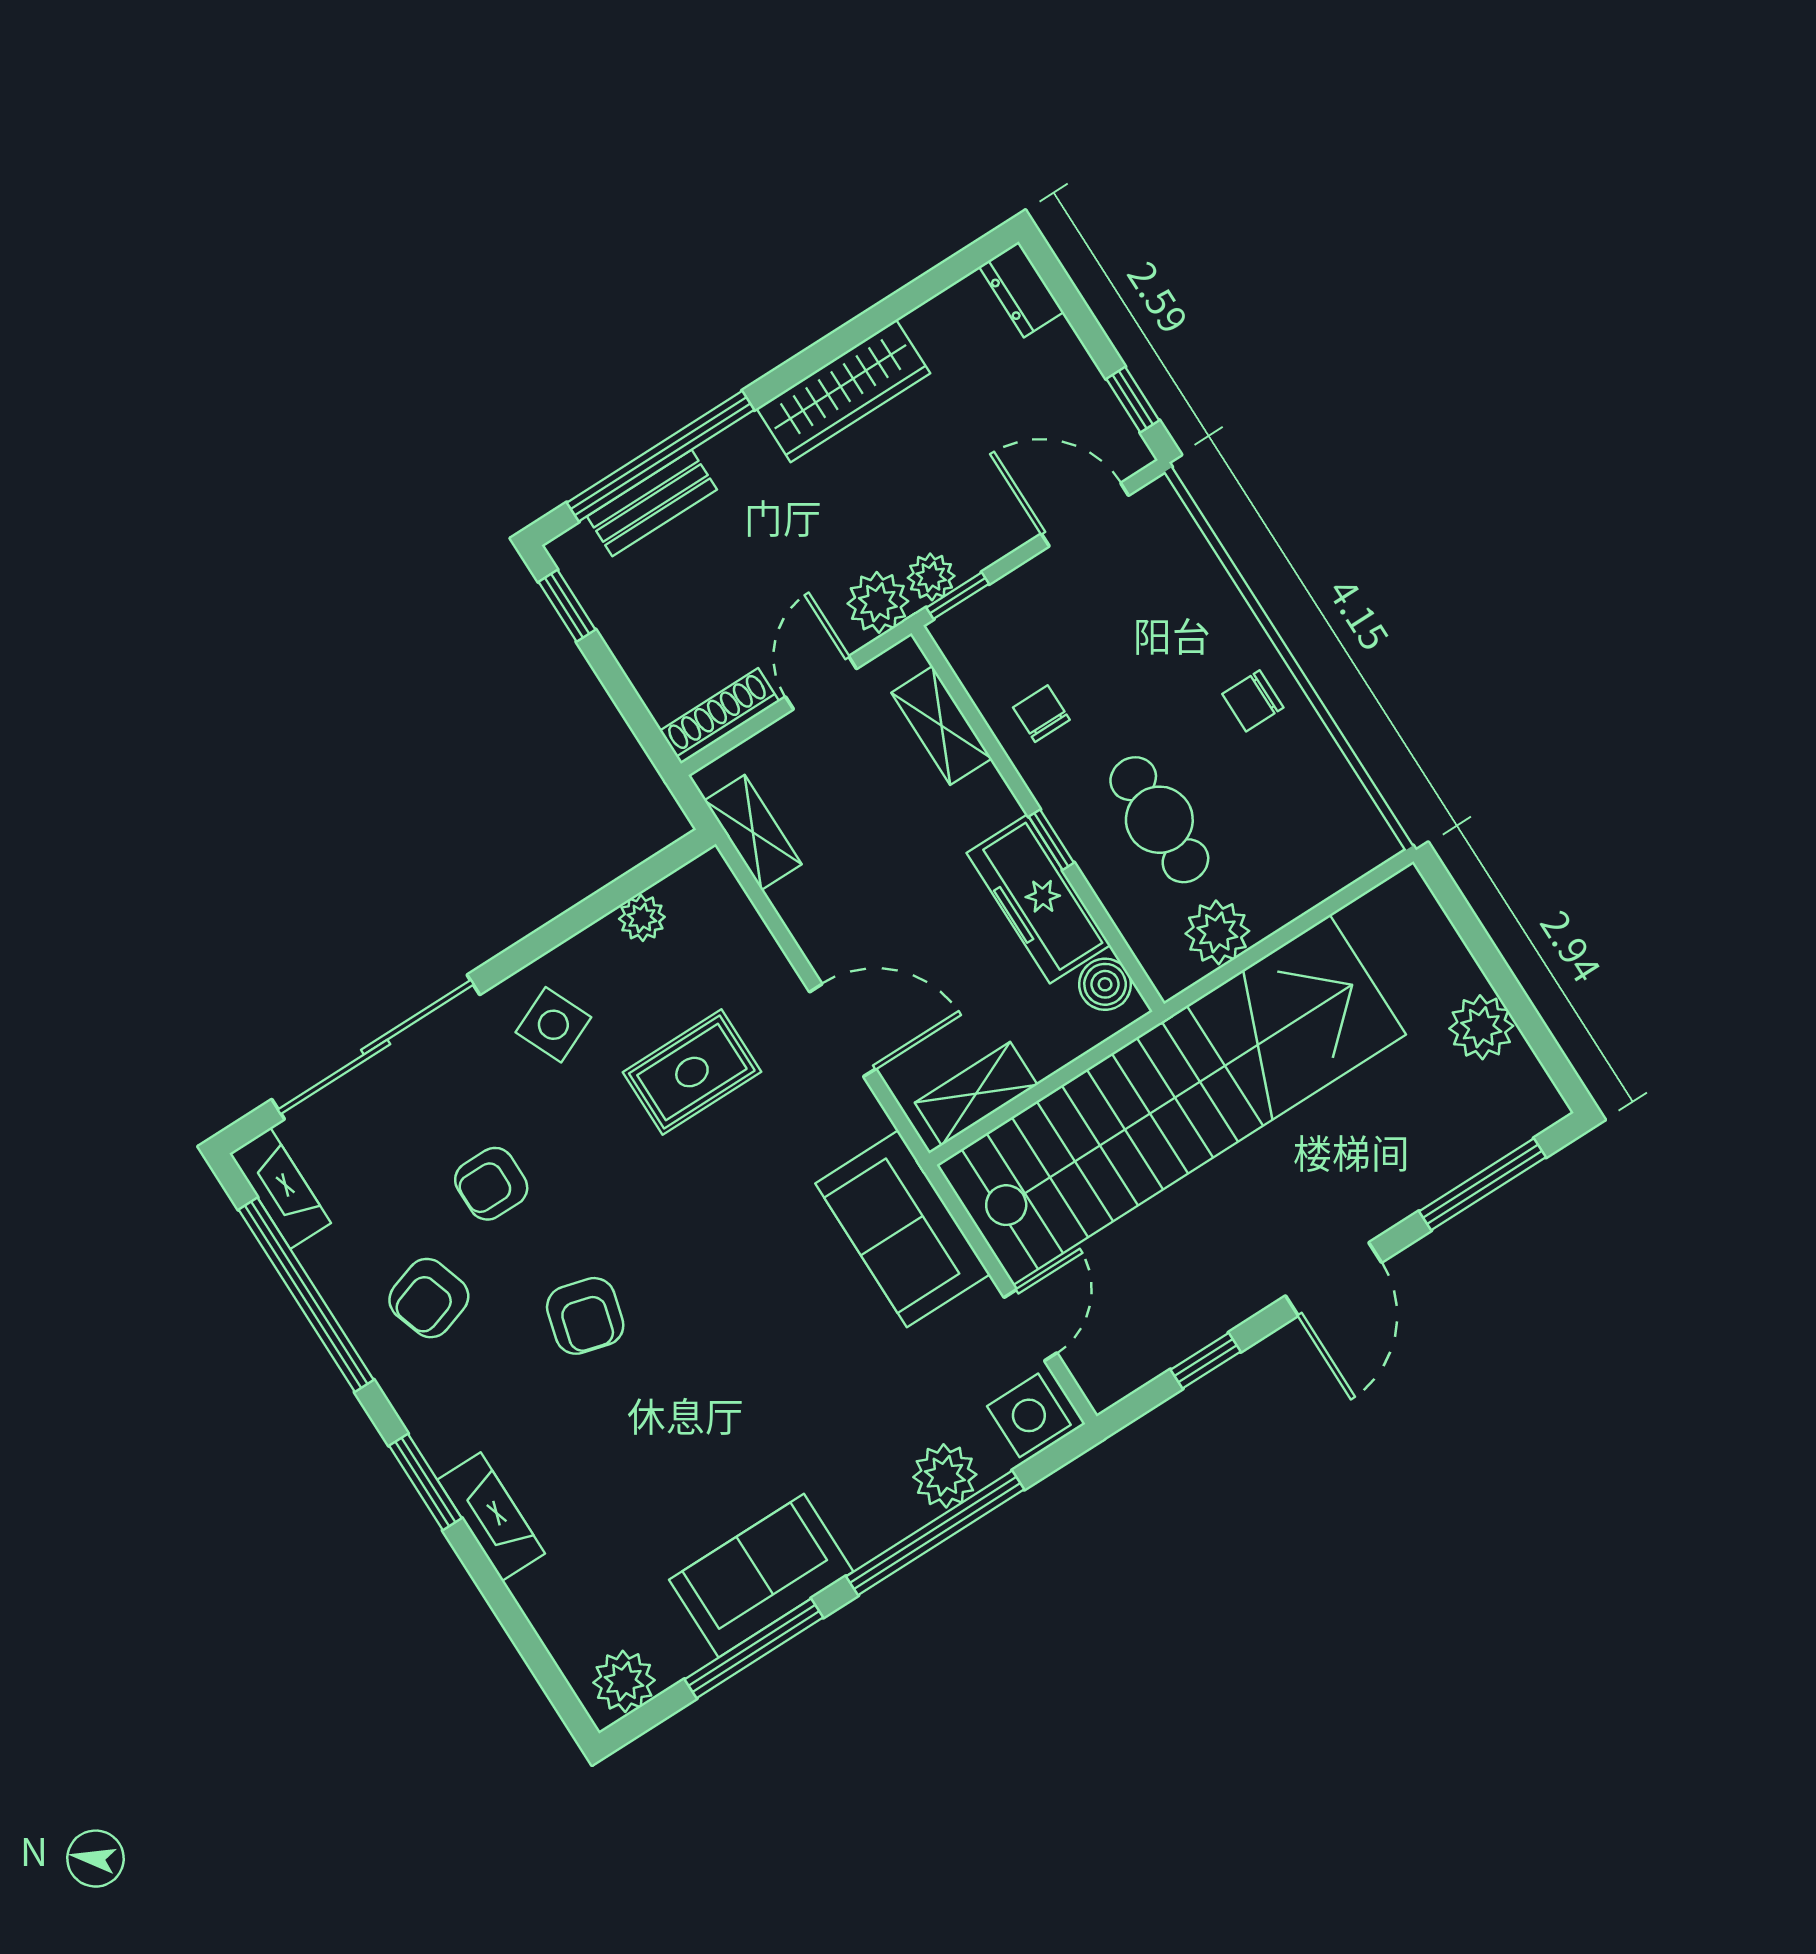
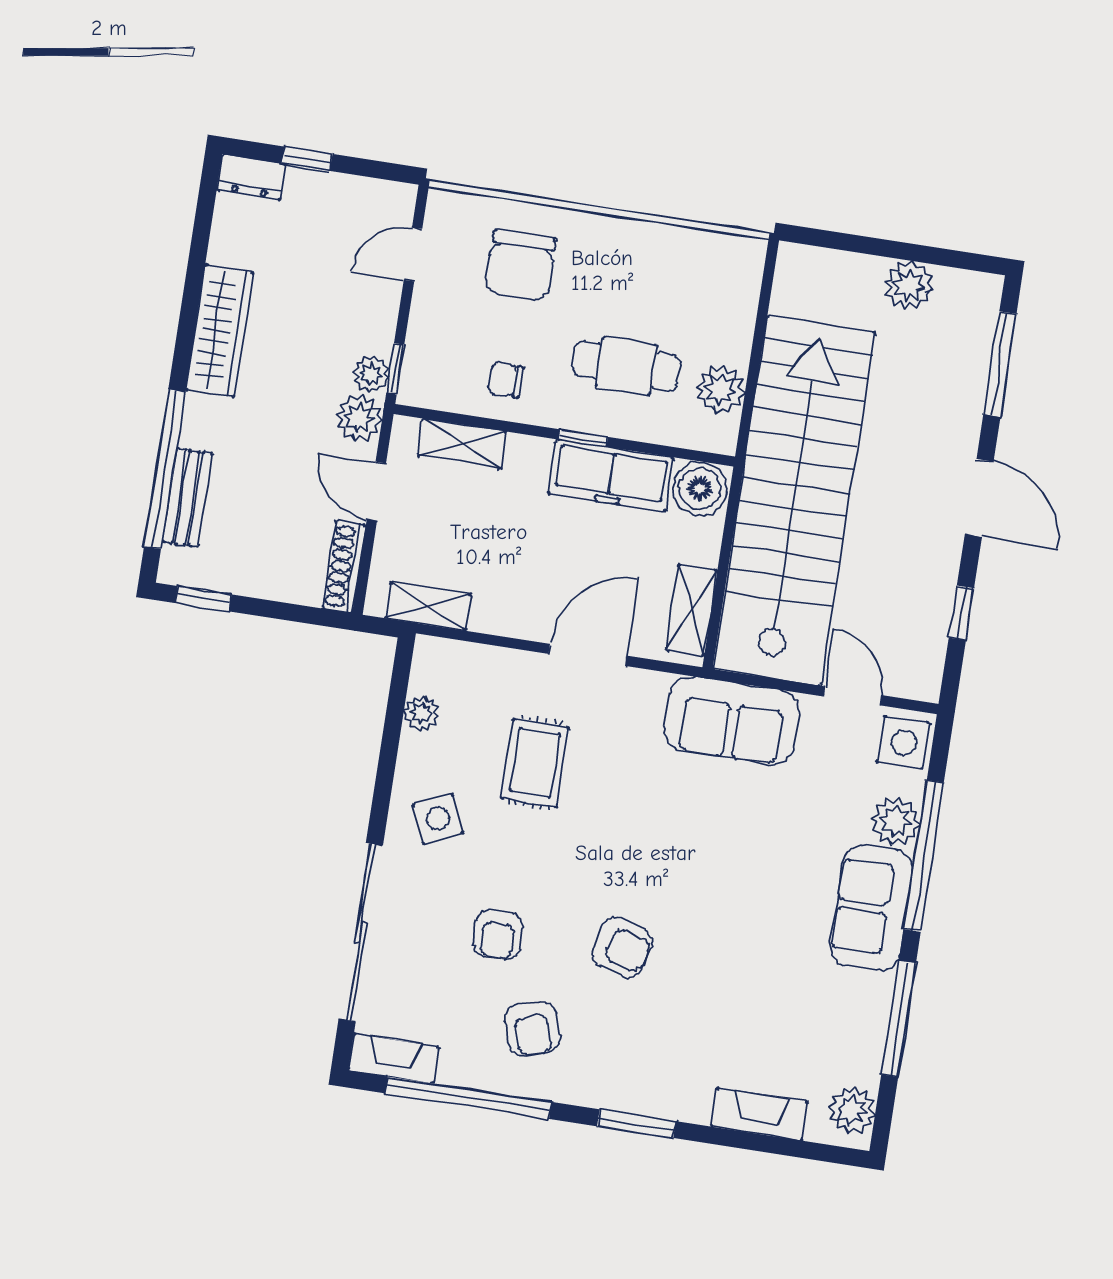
window: (1133, 400) -> (307, 159), moved
door: (1085, 515) -> (413, 254), width x0.73
chair: (1253, 701) -> (521, 265), moved, width x1.87, depth x1.87
boiler: (1105, 984) -> (700, 489), width x1.36, depth x1.36
fireplace: (491, 1517) -> (760, 1114), moved
sofa: (761, 1576) -> (871, 908), moved

